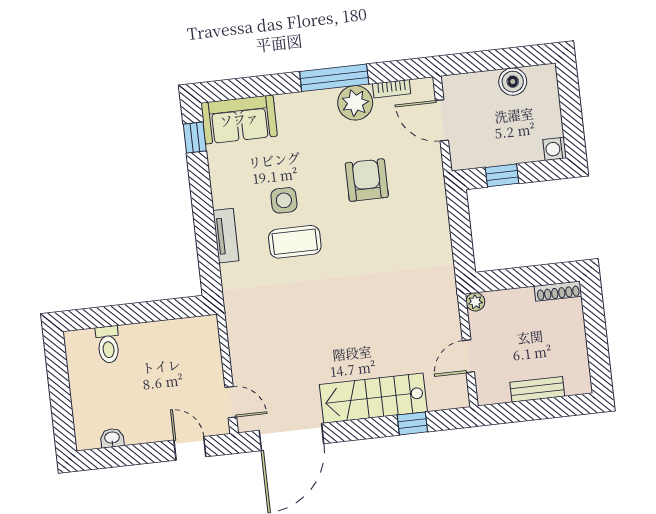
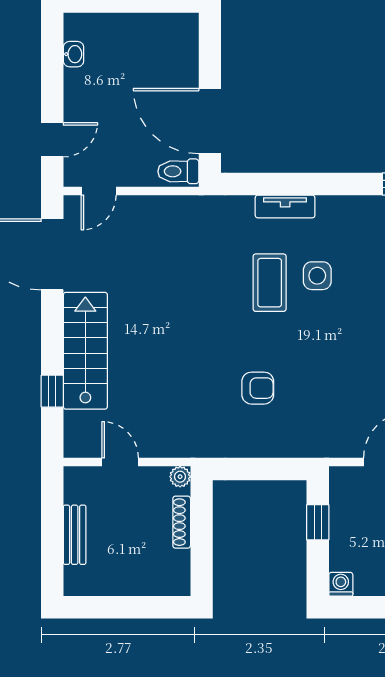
armchair: (367, 180) -> (258, 388), moved, width x0.72, depth x0.72
shoe rack: (558, 291) -> (182, 522), moved
door: (158, 311) -> (210, 121), added
toilet: (108, 345) -> (178, 171), moved

